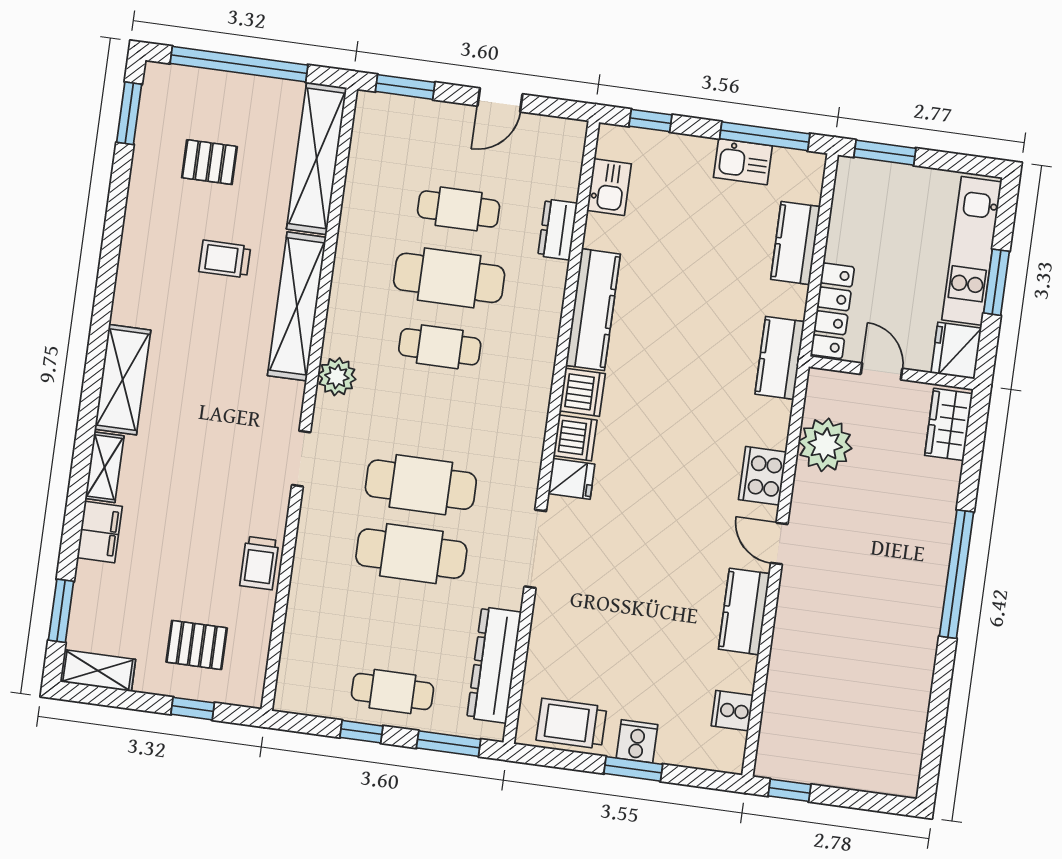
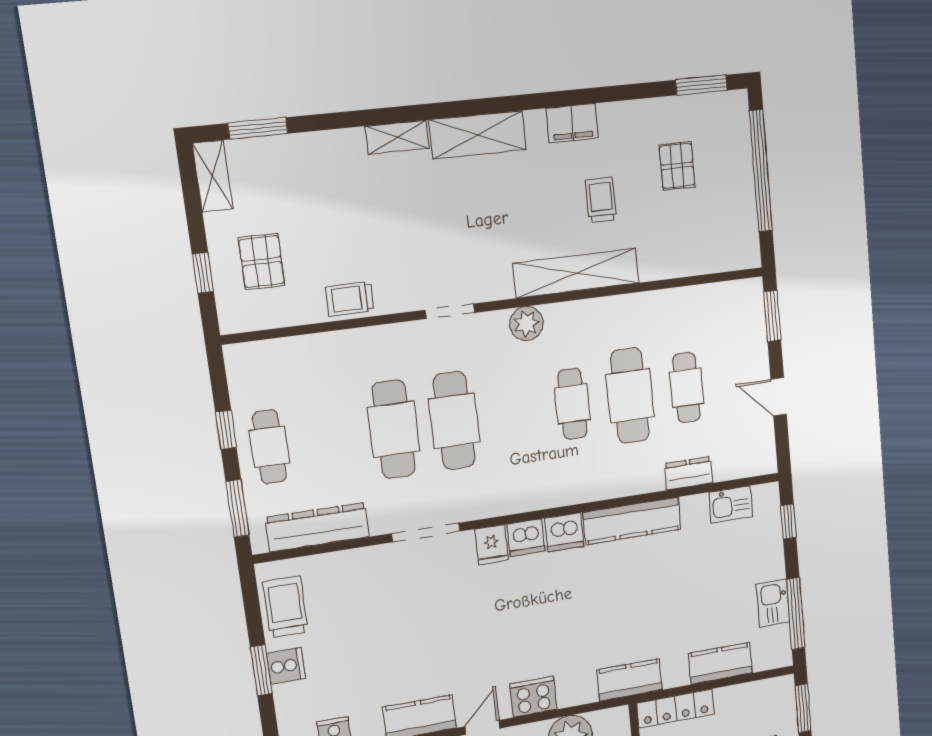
shelving: (317, 158) -> (700, 257), removed
filing cabinet: (100, 532) -> (572, 123), moved

